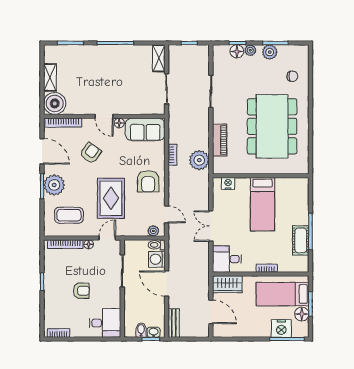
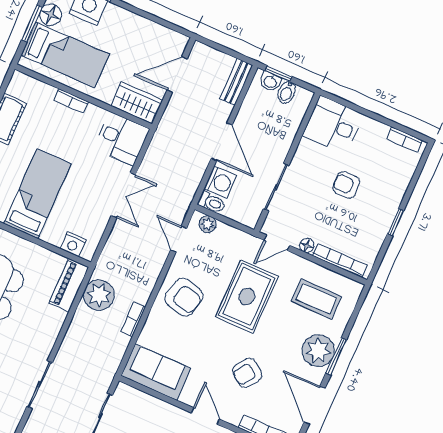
floor lamp: (119, 123) -> (188, 397), removed
piano: (220, 140) -> (69, 285), moved
armchair: (148, 181) -> (184, 297), turned 104
door: (211, 312) -> (177, 74), hinge flipped

